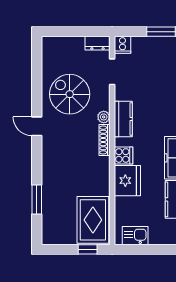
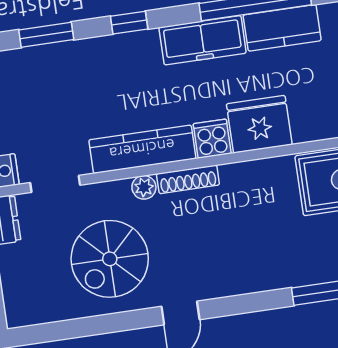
kitchen counter: (123, 119) -> (142, 149), width x1.50

